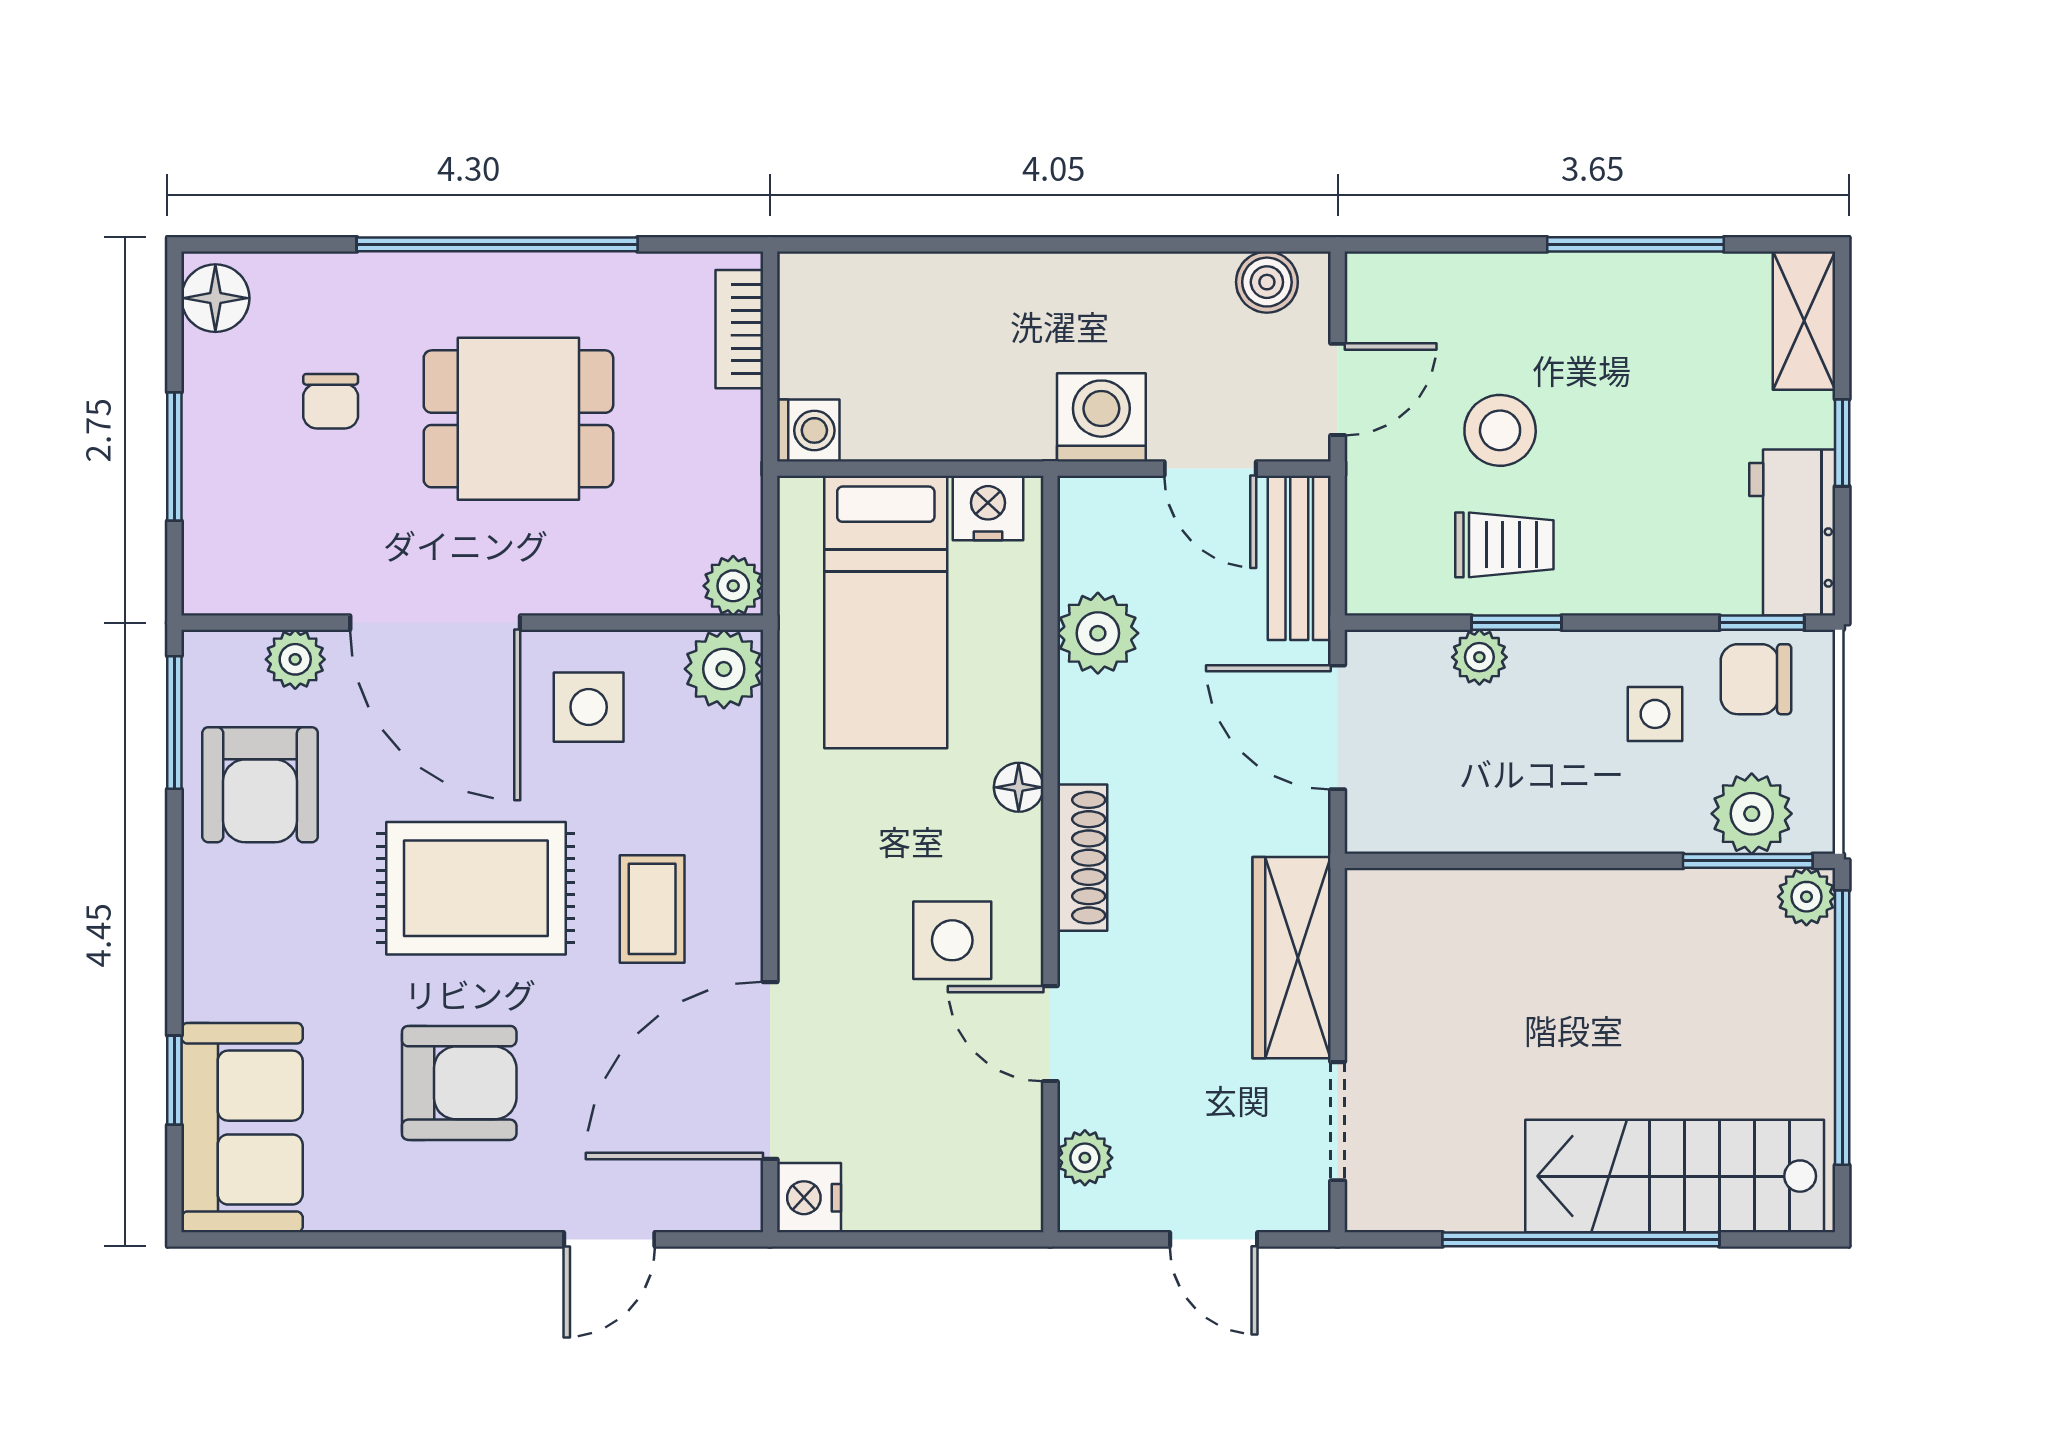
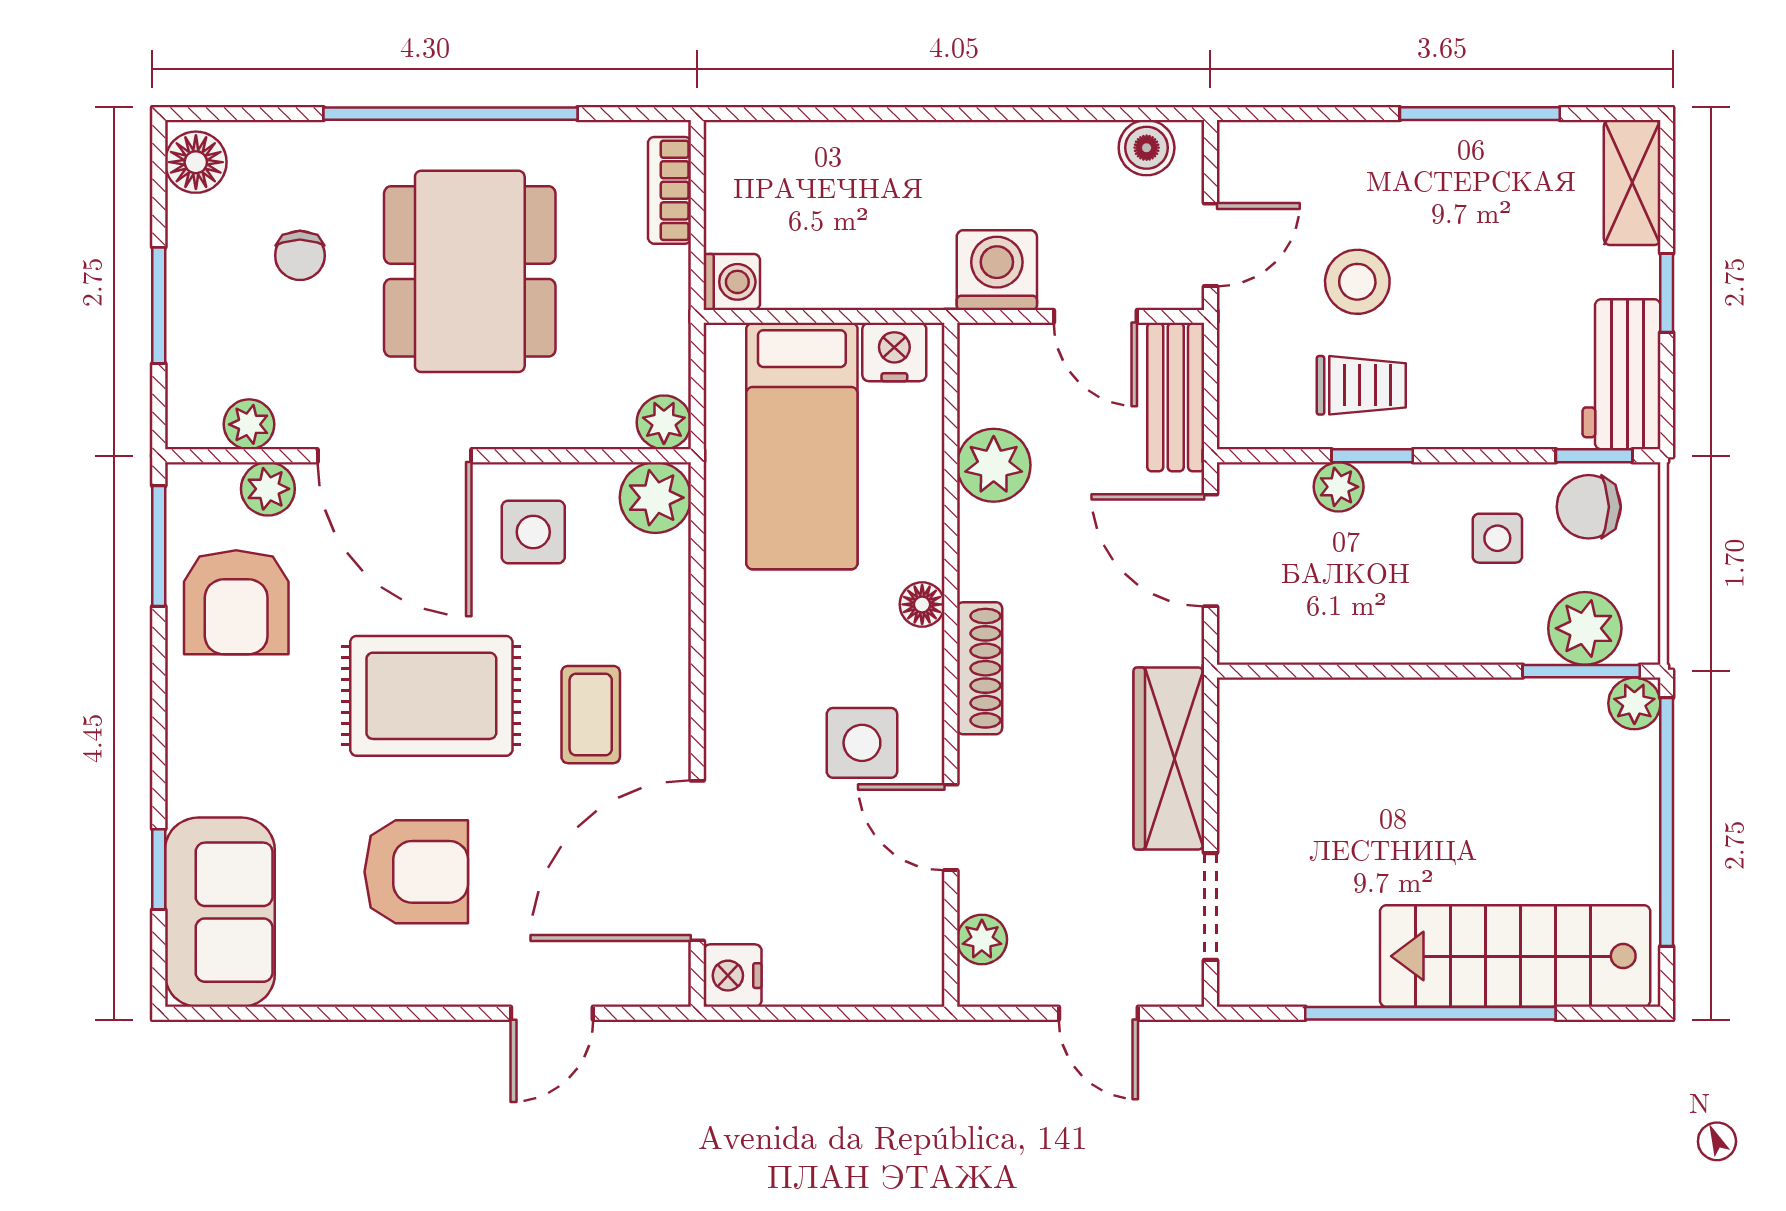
dining table: (518, 419) -> (470, 271), width x1.38
plant: (274, 588) -> (249, 424), added

